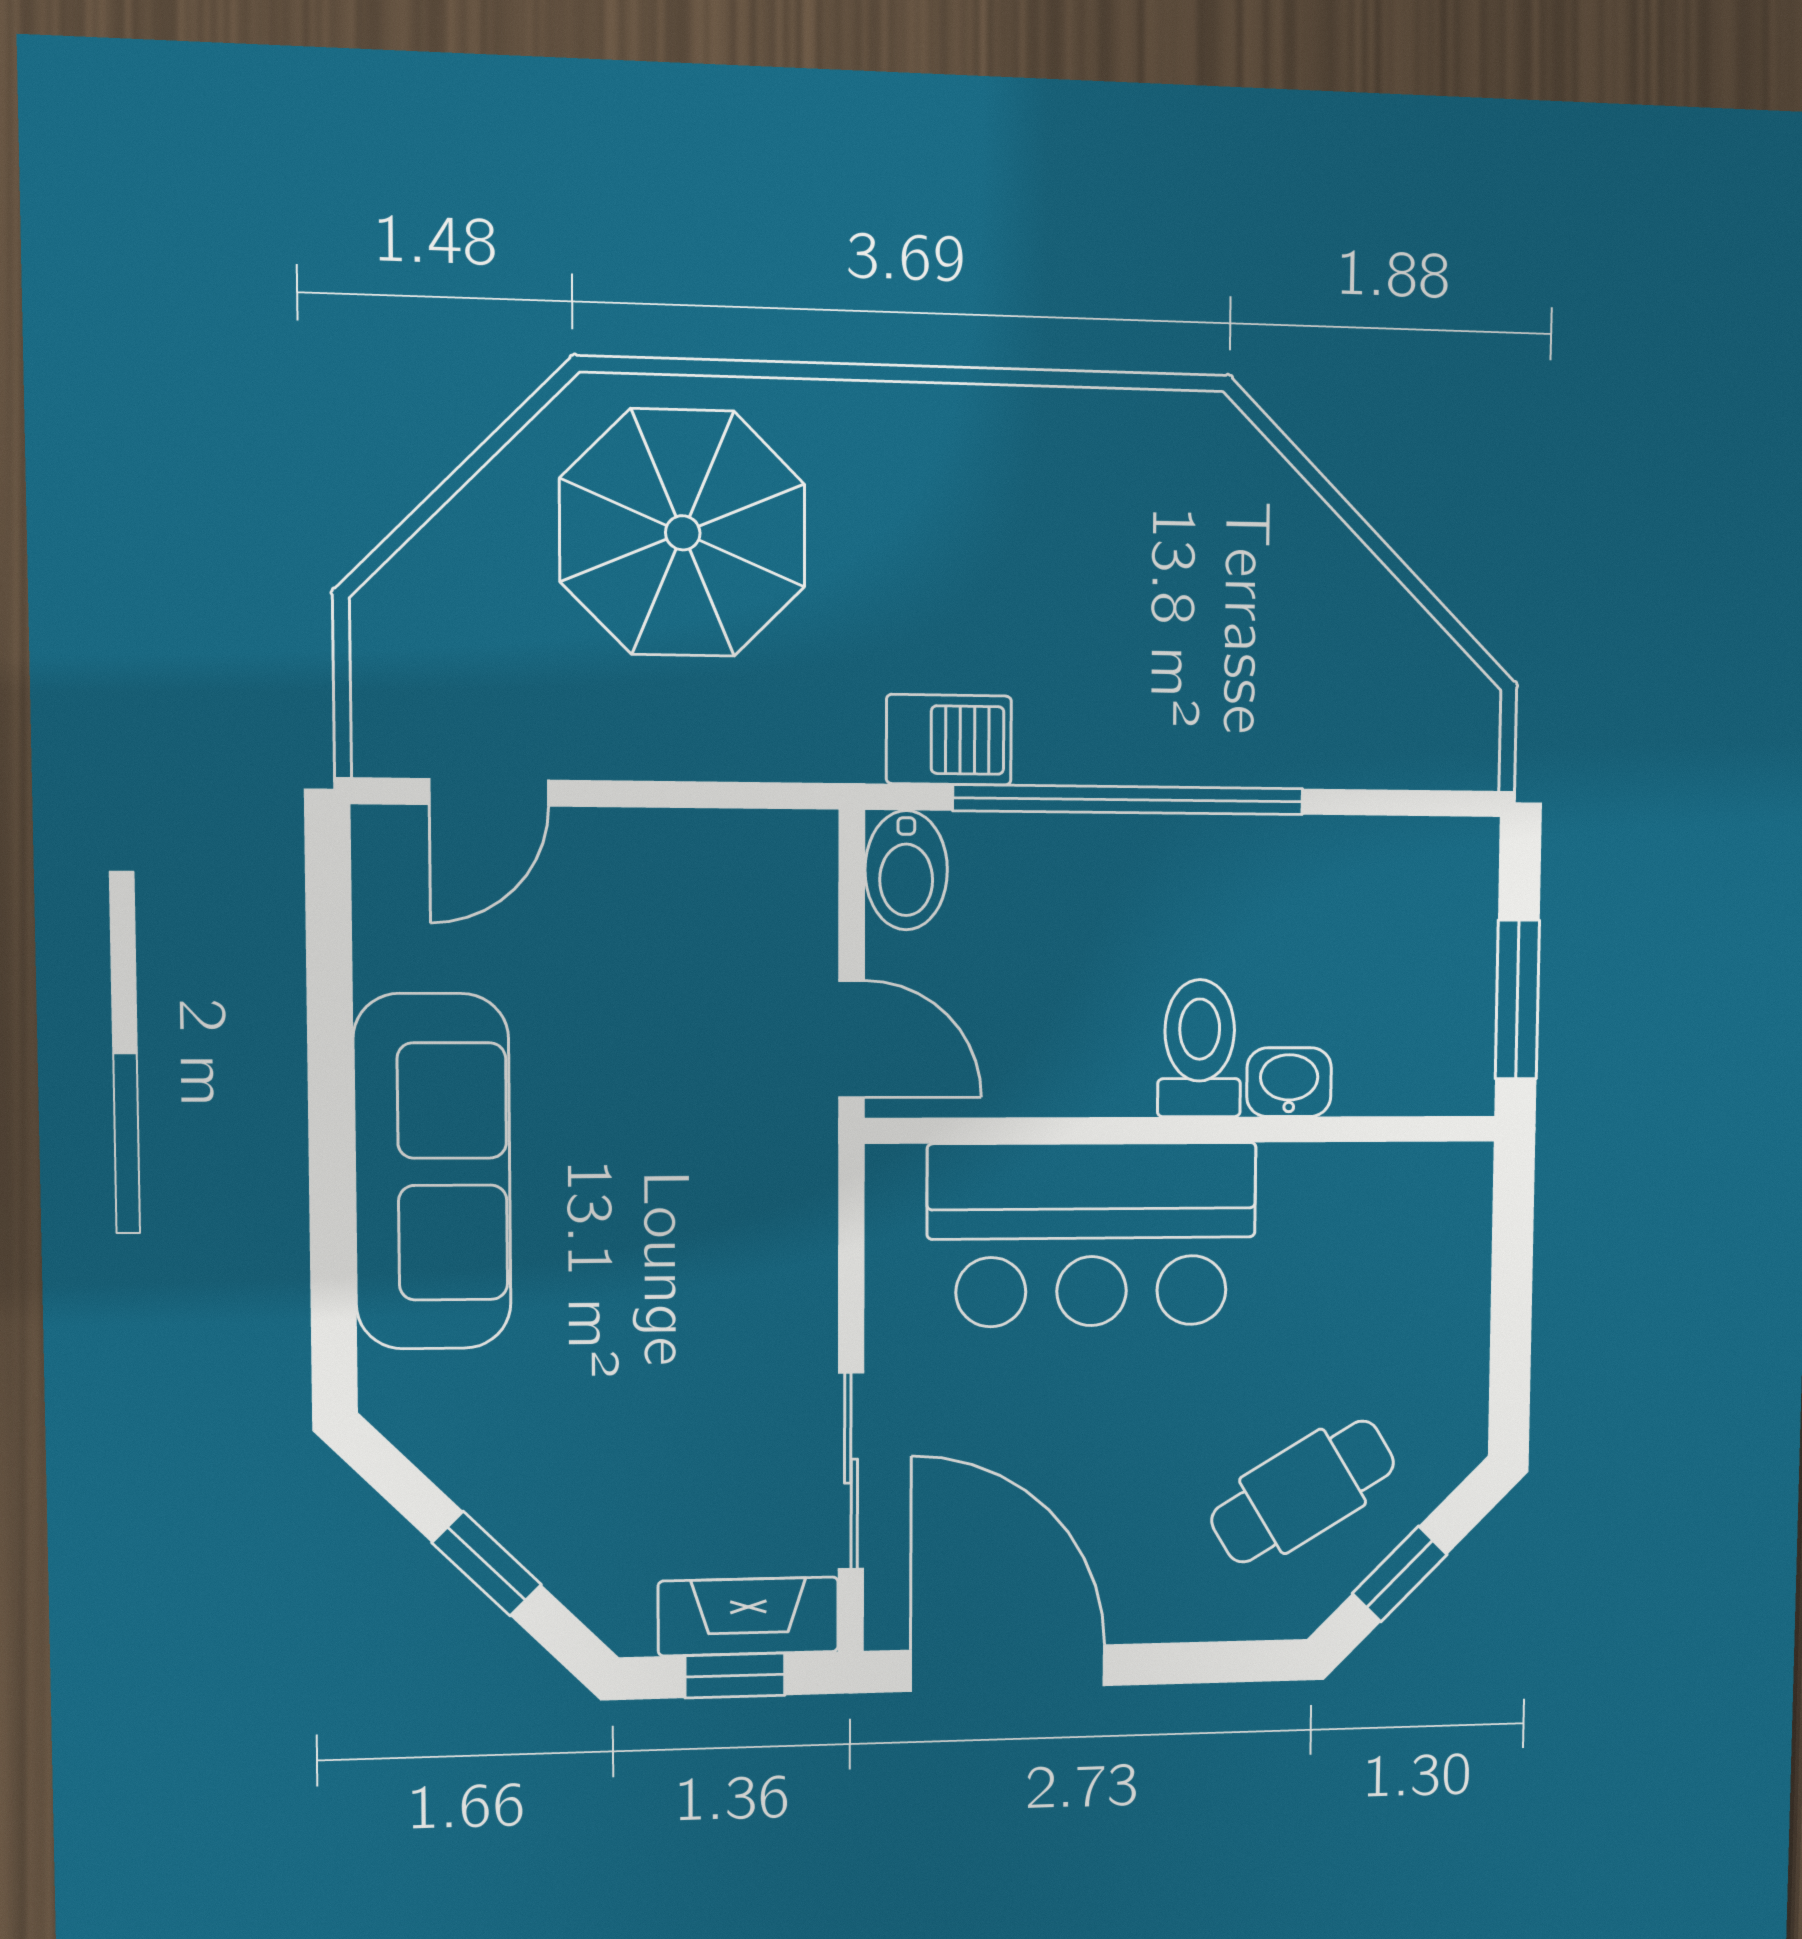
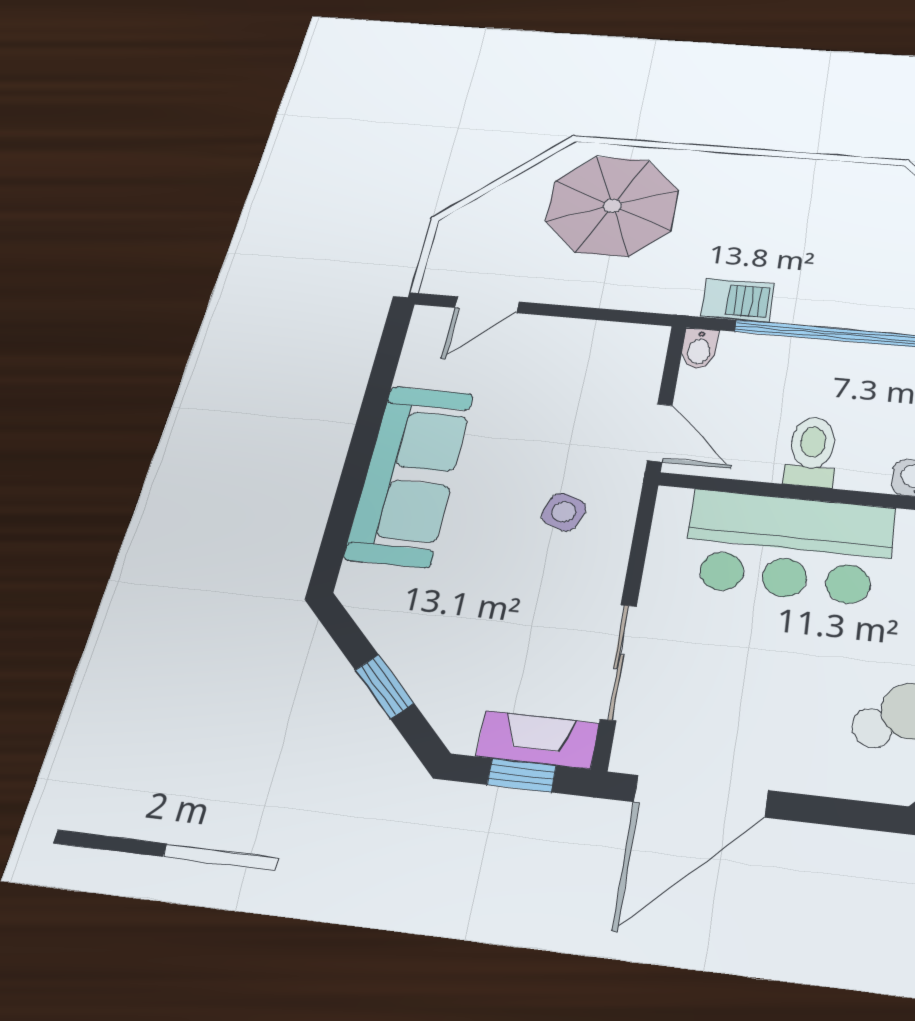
bidet: (906, 870) -> (699, 349), width x0.72, depth x0.74
toilet: (1199, 1048) -> (812, 451), moved
side table: (714, 1214) -> (564, 512), added
door: (1008, 1668) -> (701, 796), swing flipped

